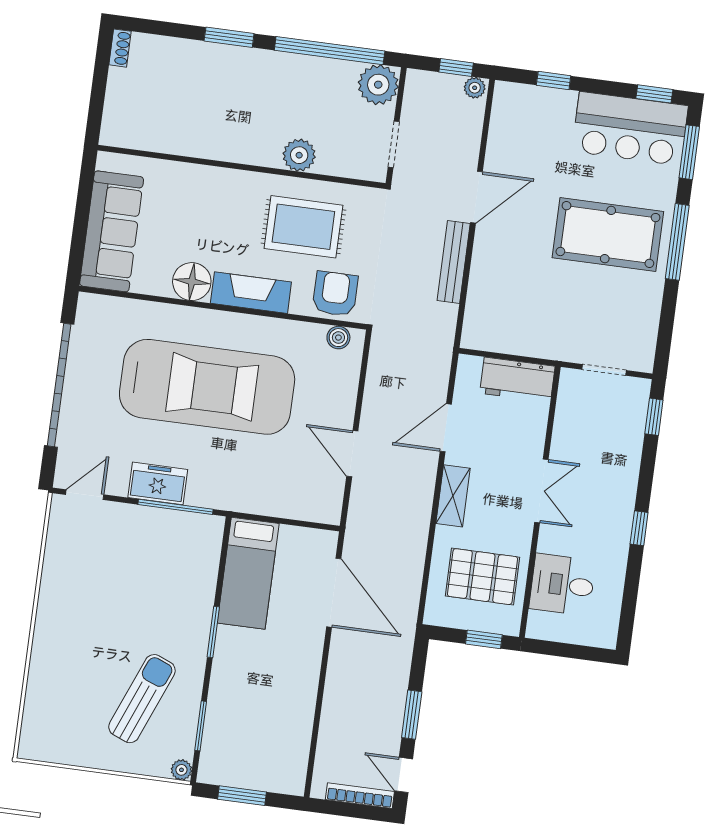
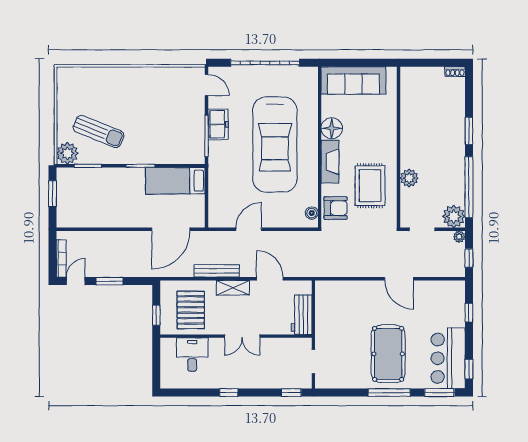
plant: (475, 88) -> (459, 237), moved
bench: (454, 262) -> (217, 271), moved
plant: (181, 770) -> (67, 153), width x1.87, depth x1.87

